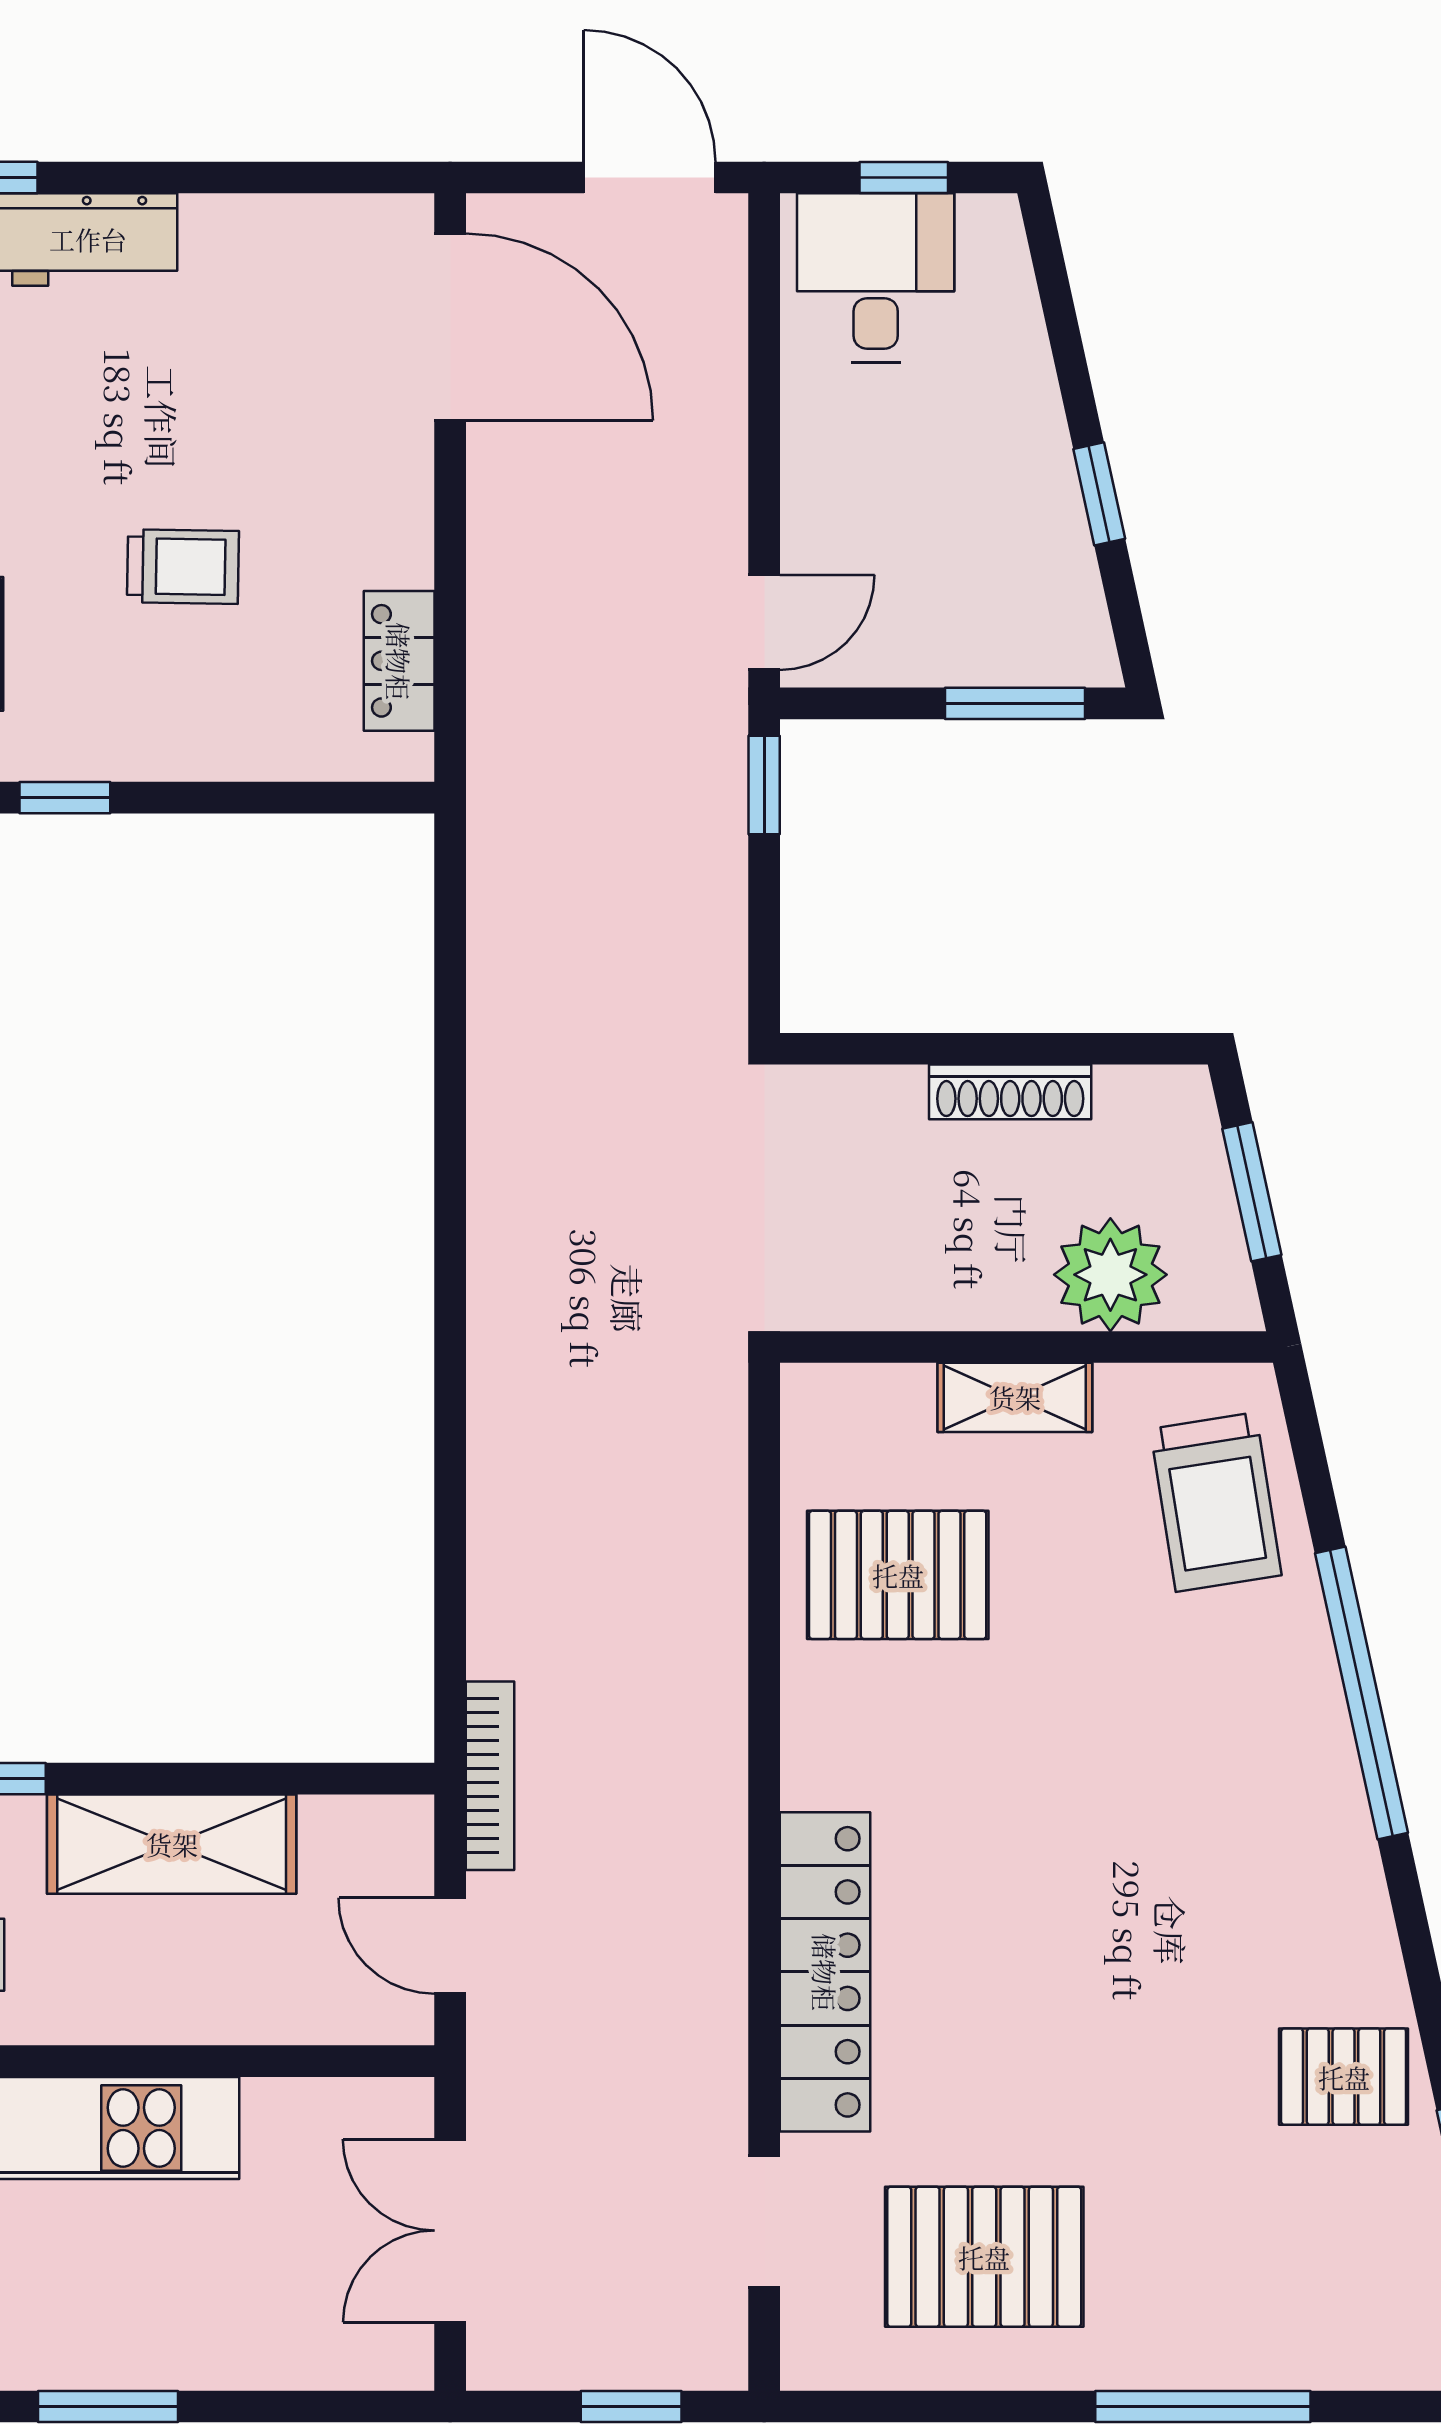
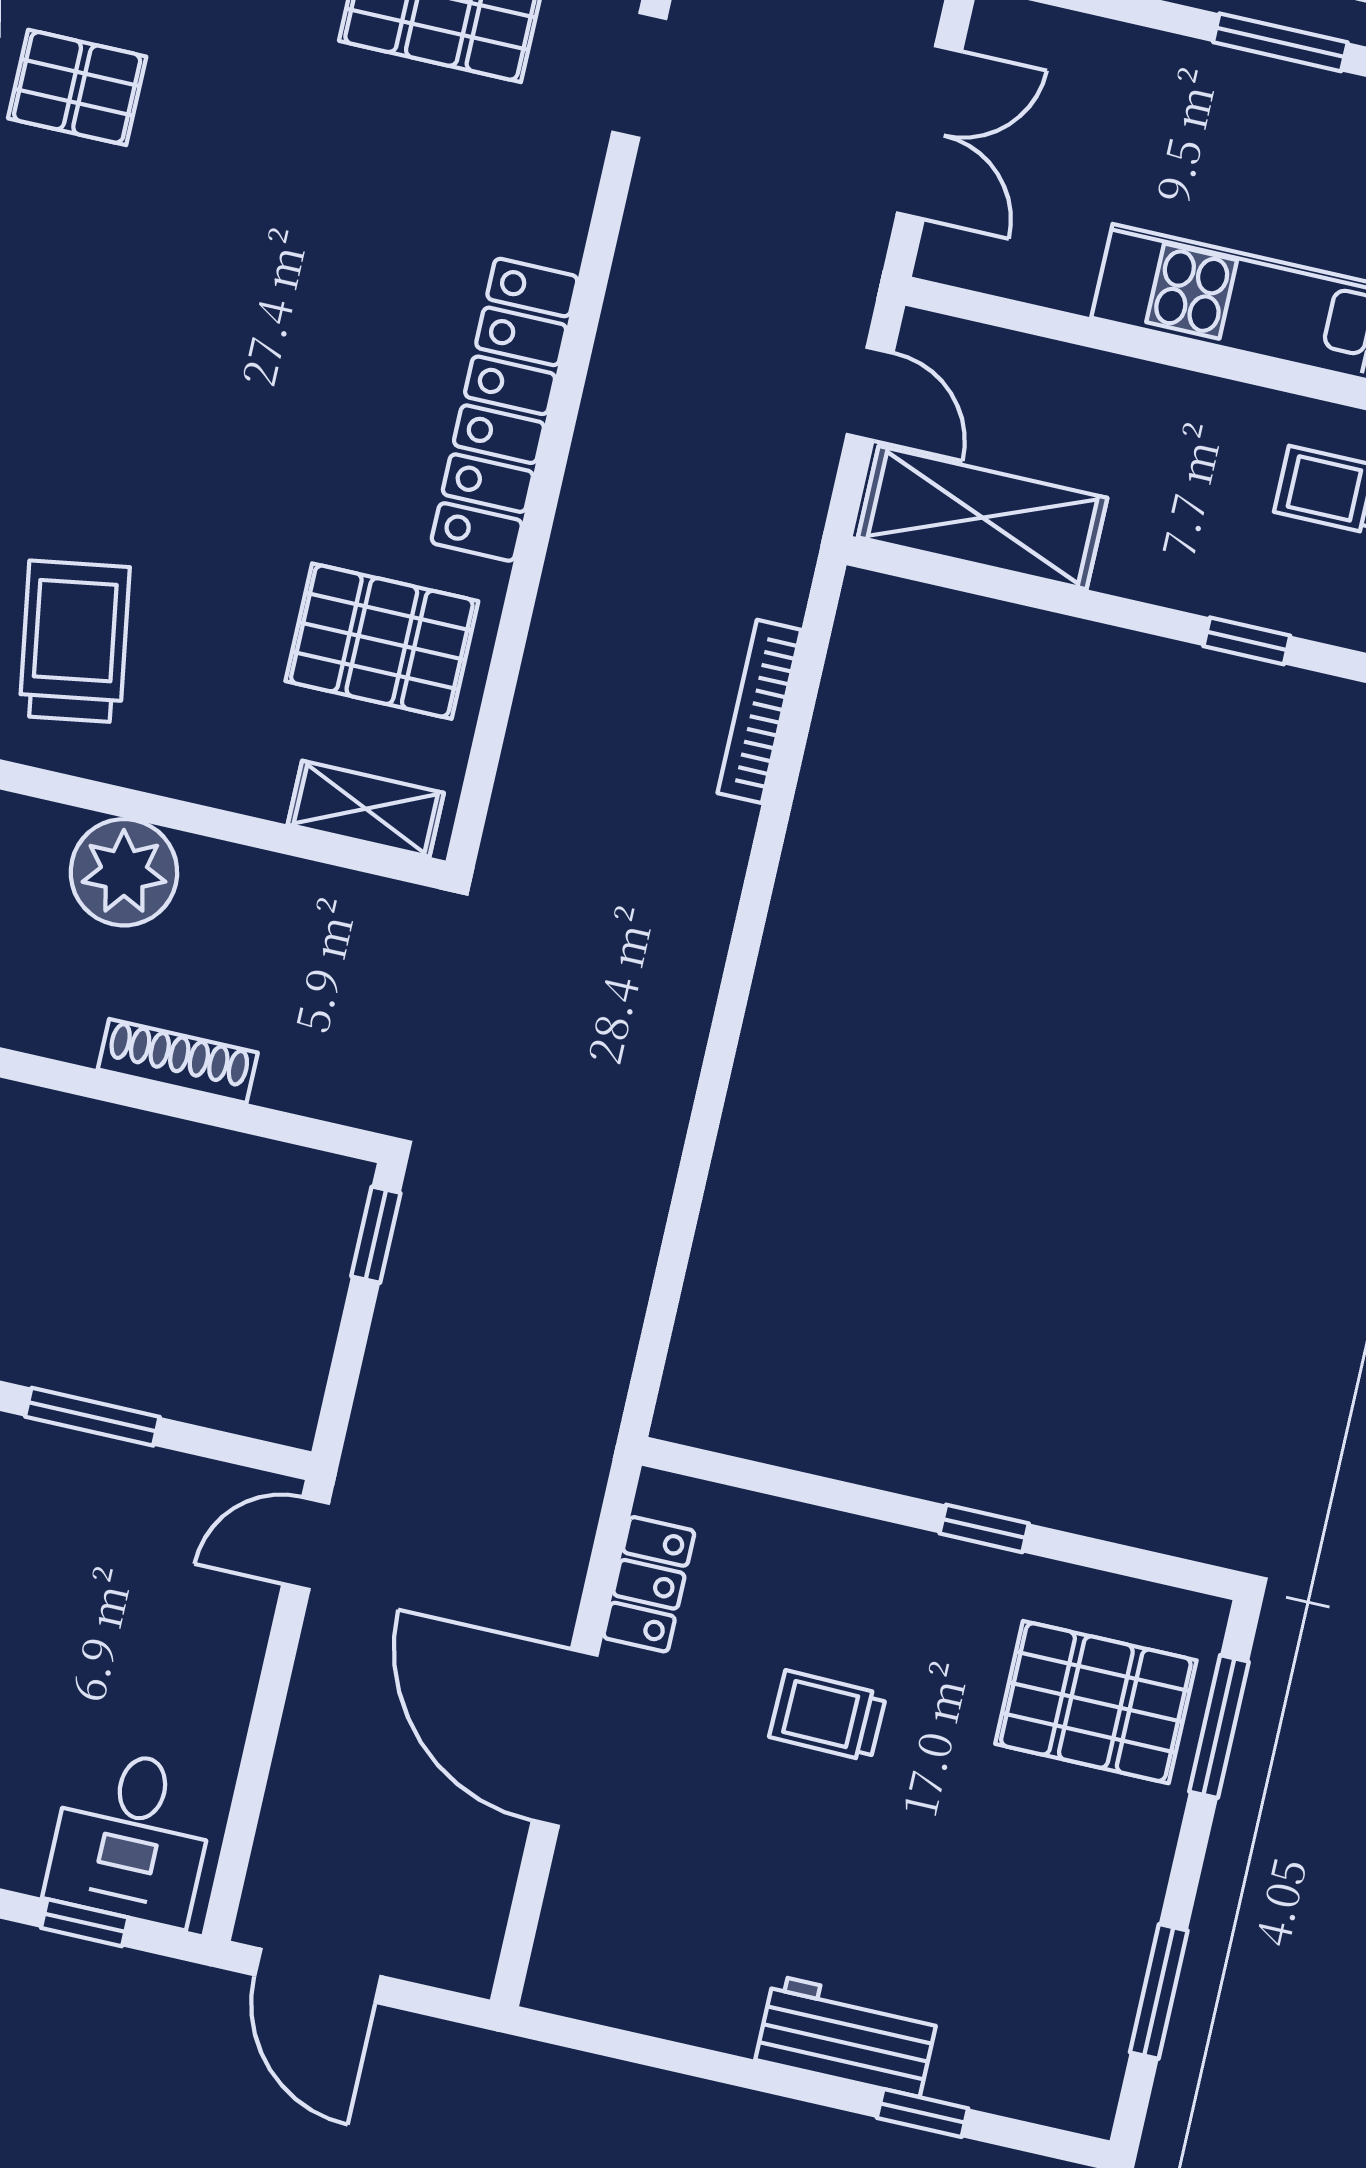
door: (450, 327) -> (565, 1738), moved
window: (764, 785) -> (376, 1235), moved
shelving: (1015, 1397) -> (366, 809), moved
bookcase: (490, 1776) -> (759, 711), moved
shelving: (172, 1844) -> (983, 518), moved
locker: (825, 1972) -> (505, 410), moved

